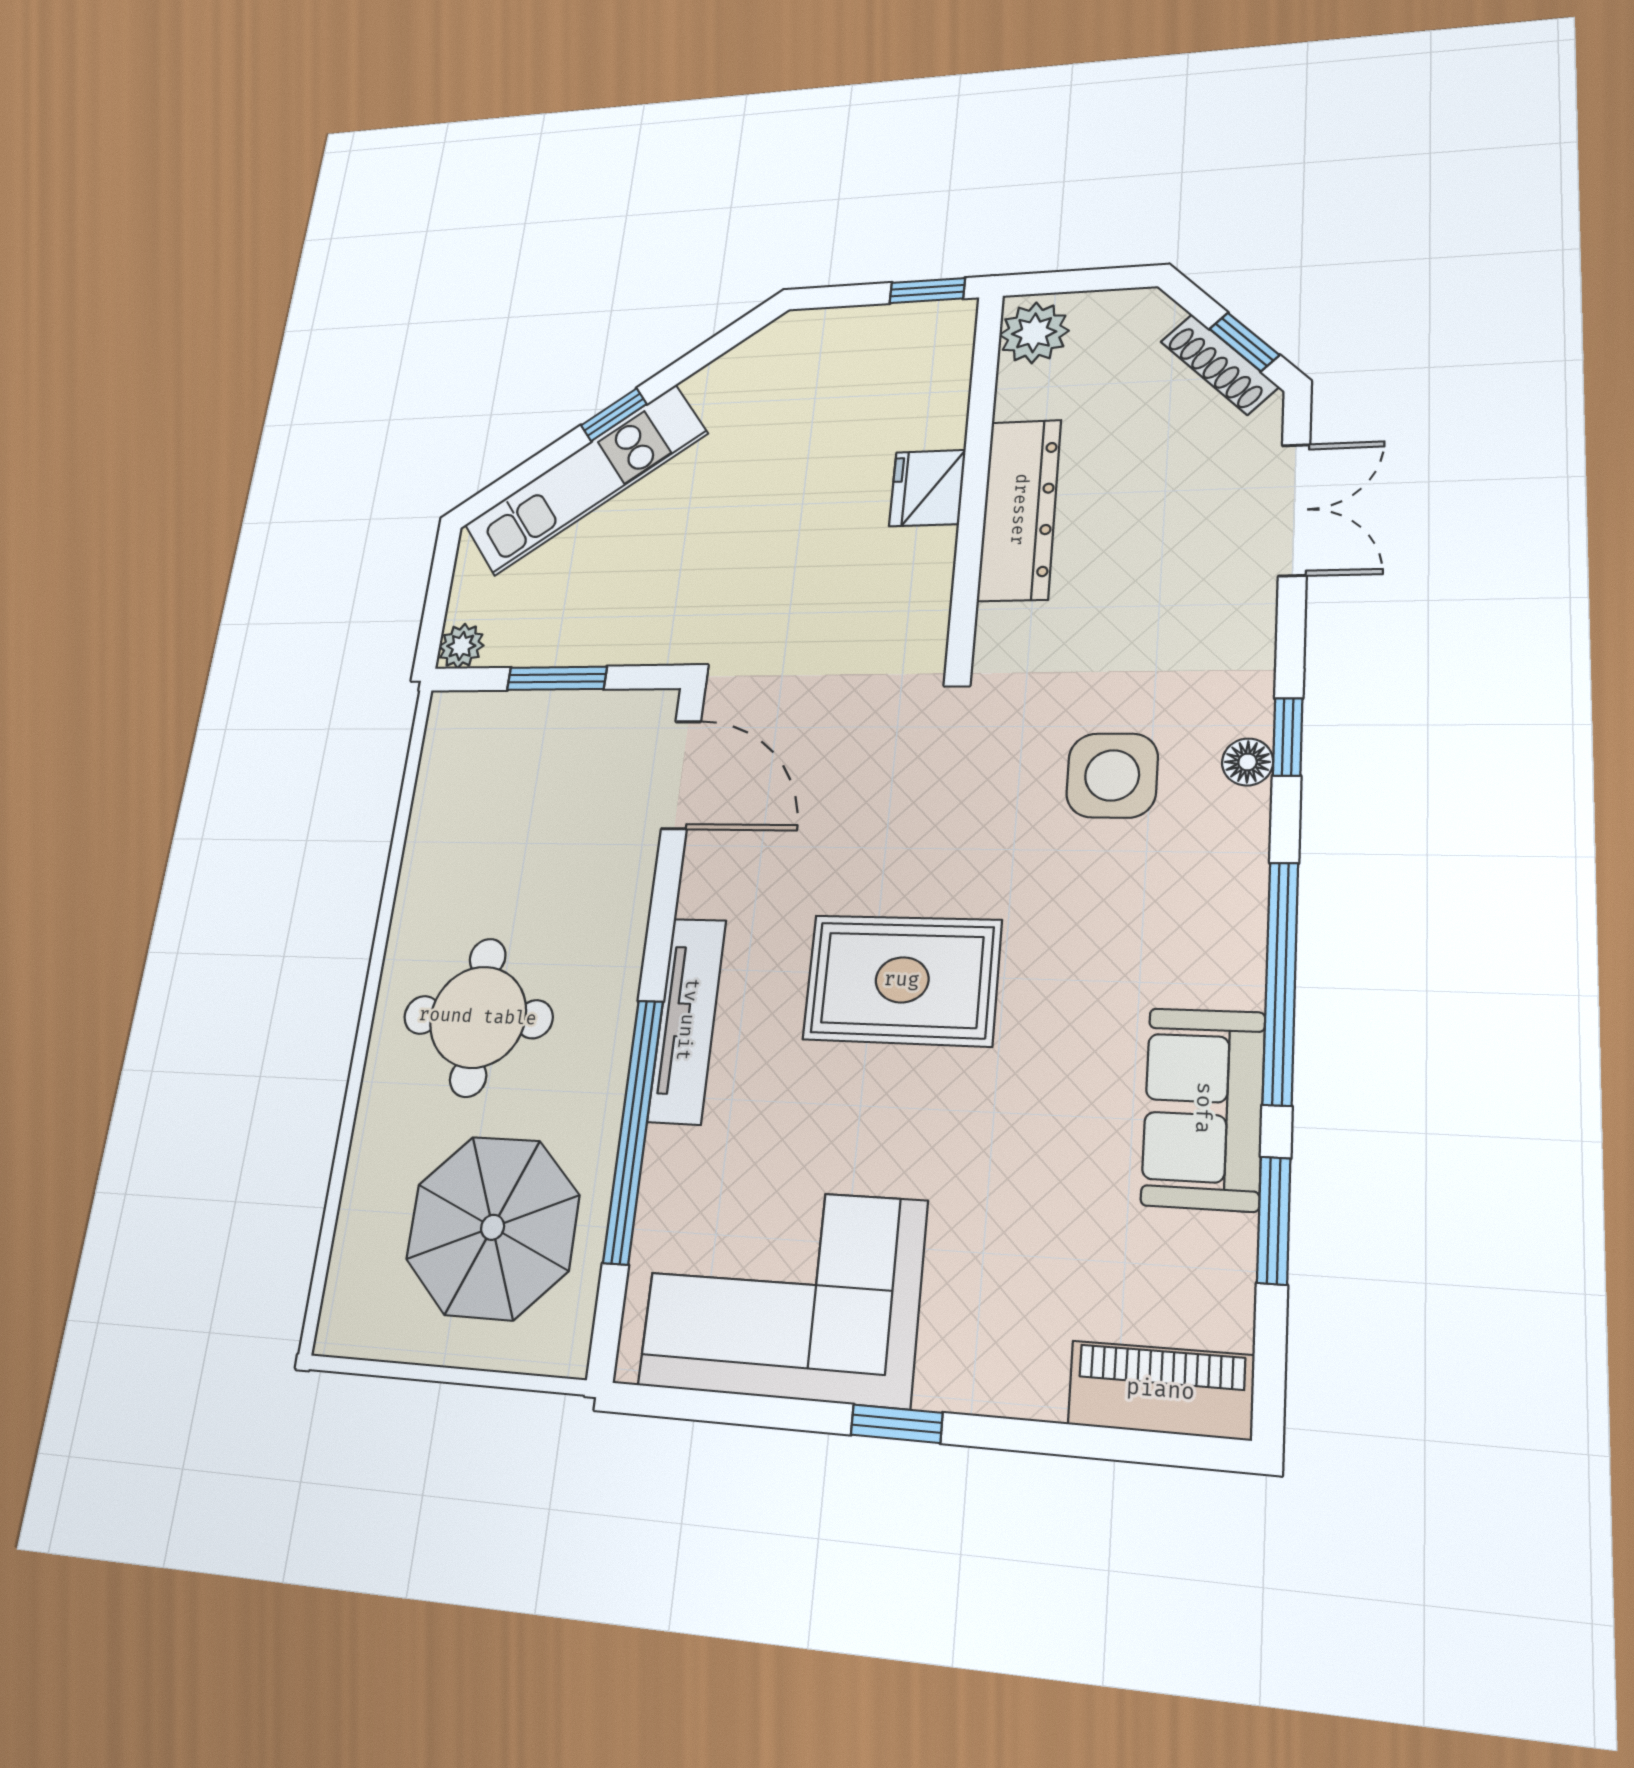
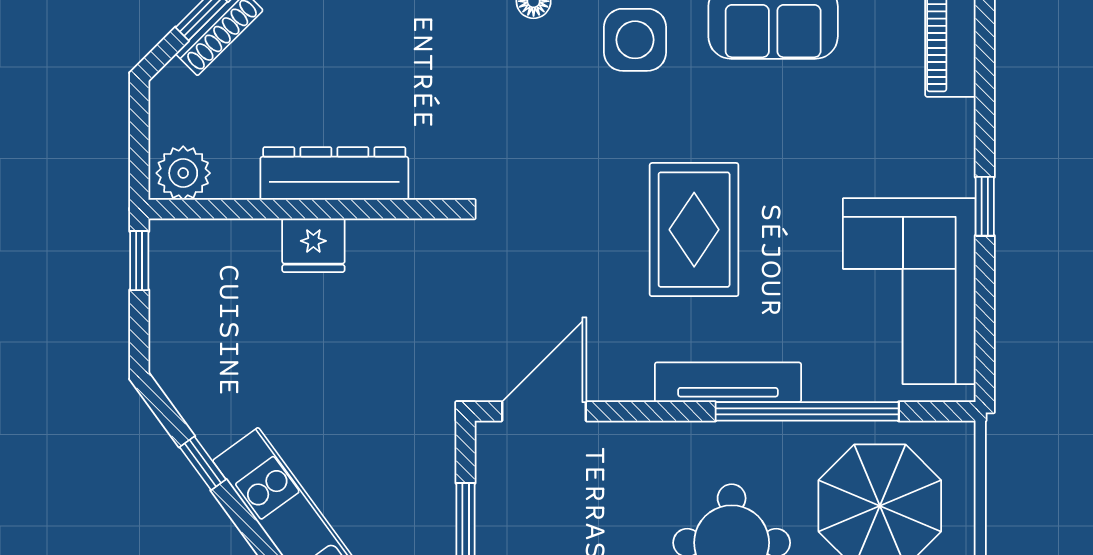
window: (614, 415) -> (203, 463), moved
side table: (1112, 775) -> (635, 40), moved

